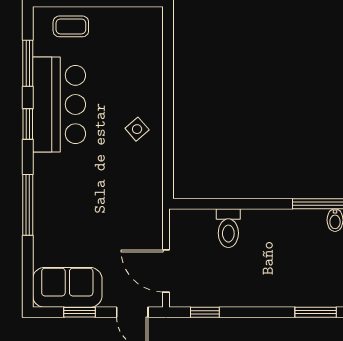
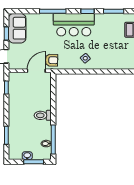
bar counter: (59, 105) -> (74, 25), moved
armchair: (141, 207) -> (52, 60), added
toilet: (228, 228) -> (43, 115), moved
door: (166, 271) -> (36, 71), moved

